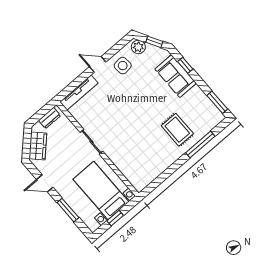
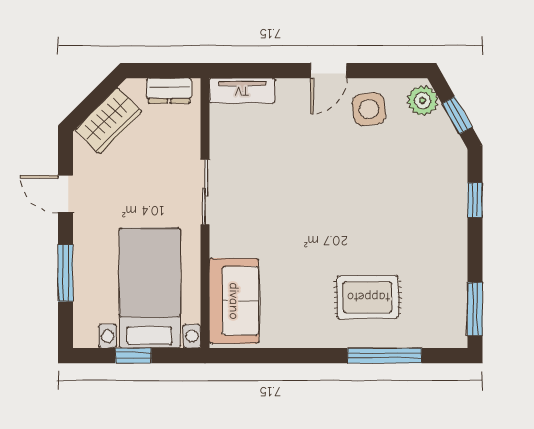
door: (98, 64) -> (329, 71), swing flipped
sofa: (176, 76) -> (234, 301), moved, turned 180
tv unit: (79, 93) -> (242, 91), width x0.71
rug: (177, 130) -> (368, 297), turned 90

